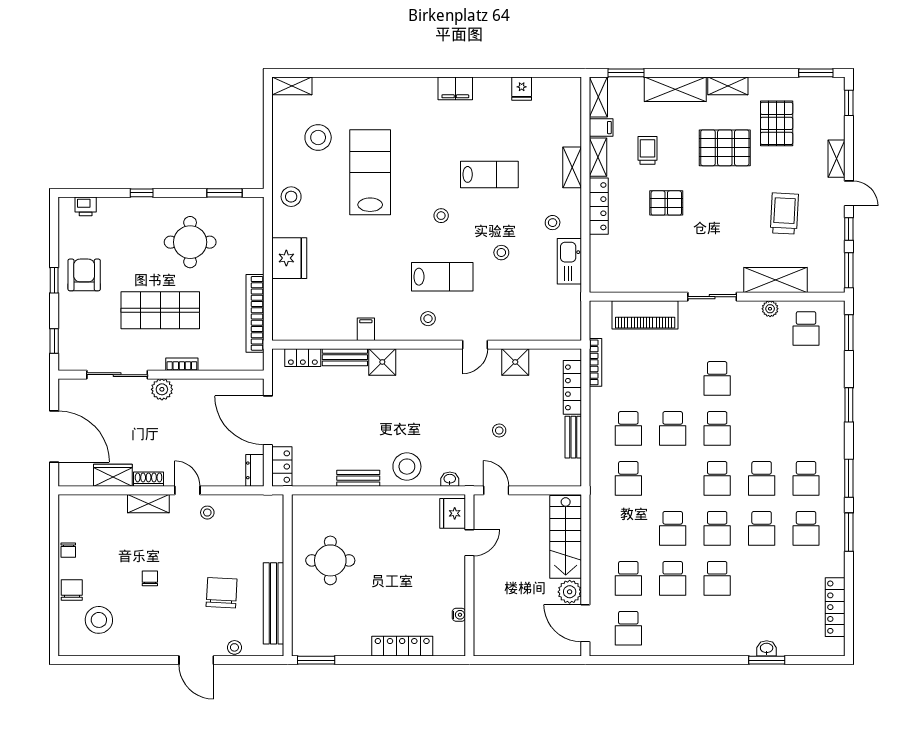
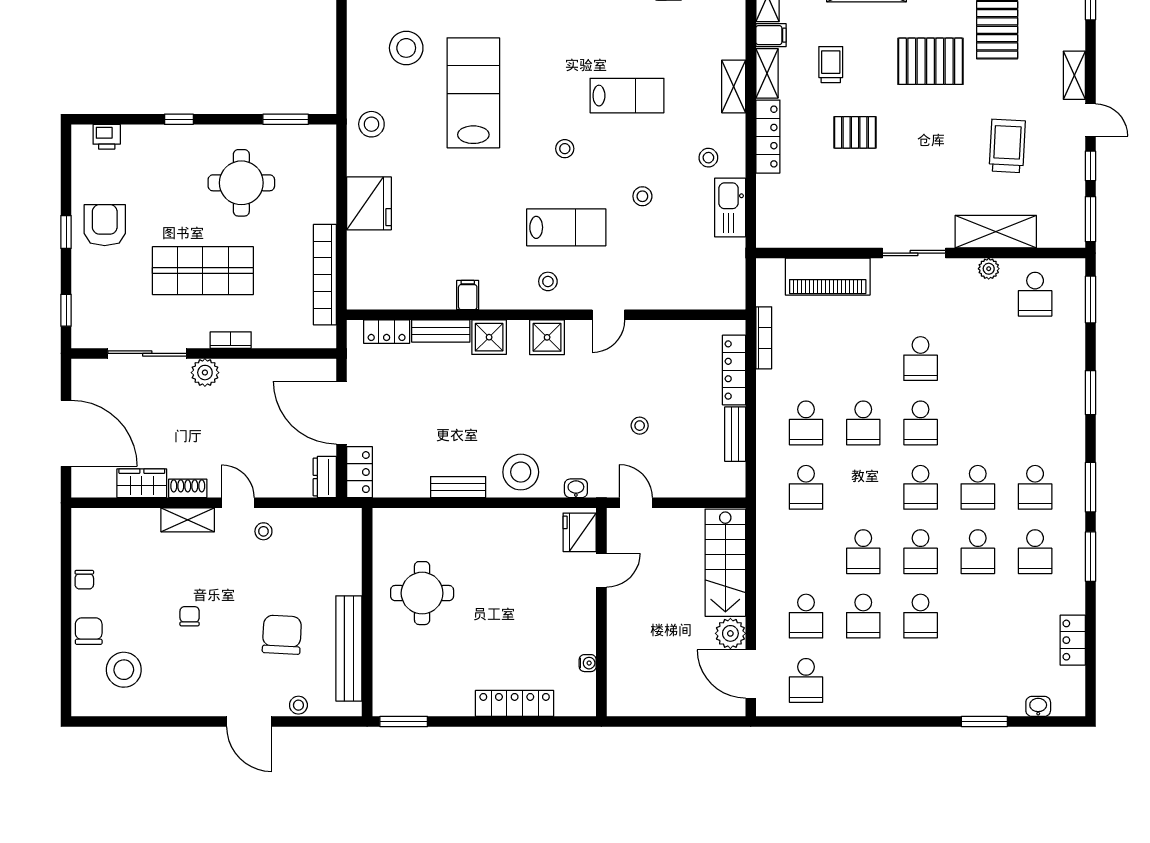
shower: (515, 362) -> (547, 337), moved
locker: (835, 607) -> (1073, 640), width x0.66
washbasin: (767, 648) -> (1038, 706), moved

